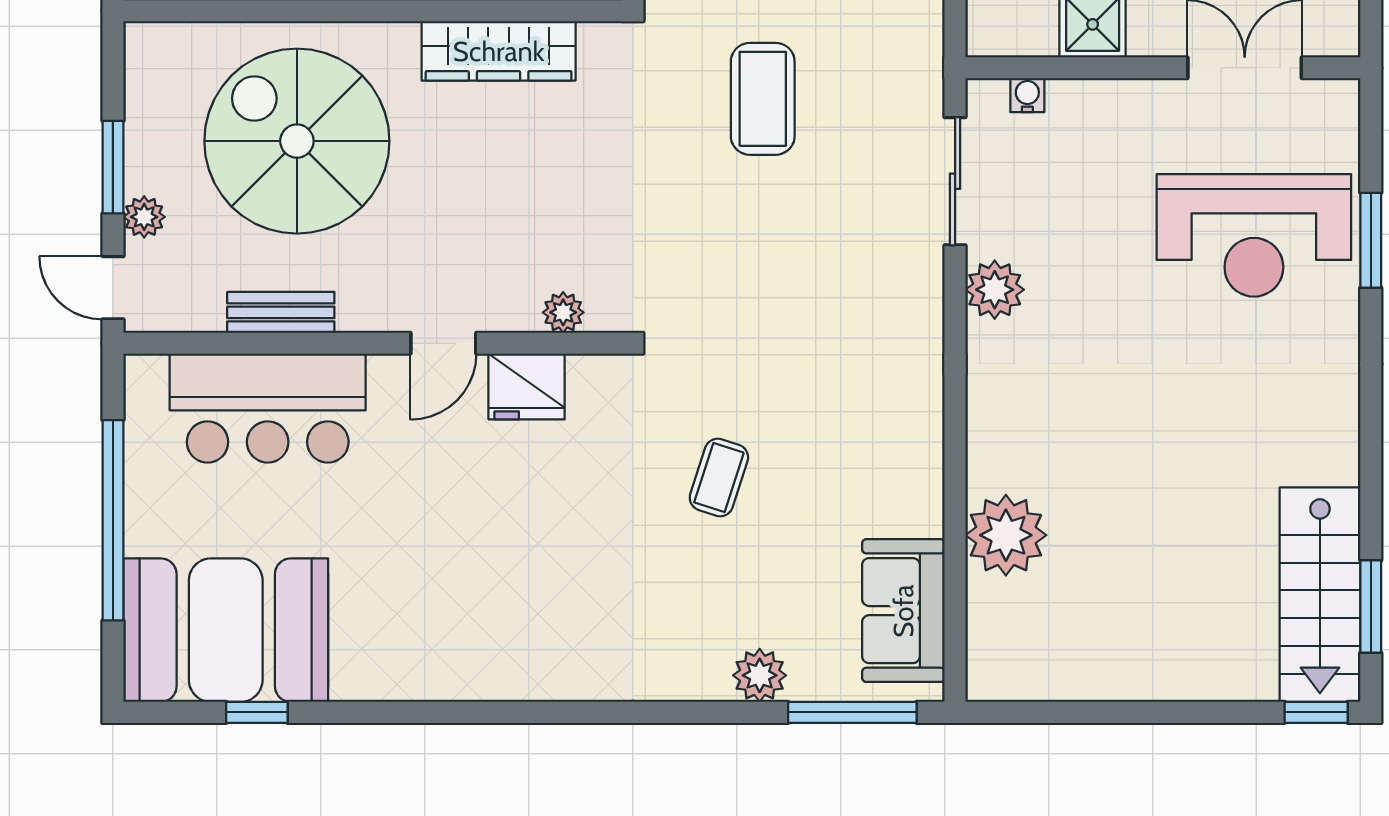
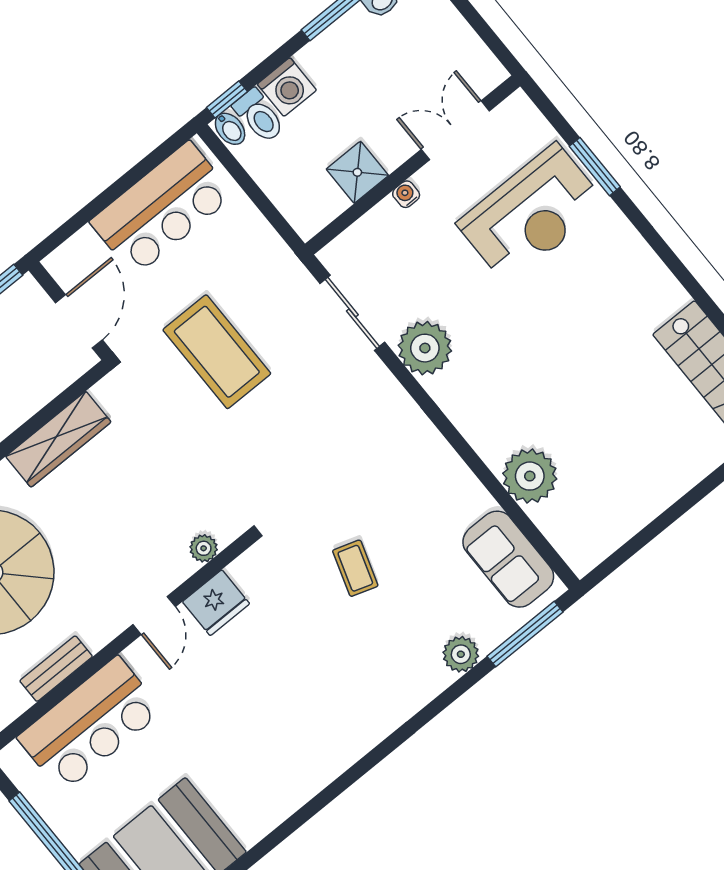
water cooler: (1027, 95) -> (406, 194), moved
coffee table: (763, 99) -> (217, 352), width x1.36, depth x1.32
plant: (995, 290) -> (425, 348), width x1.36, depth x1.36

